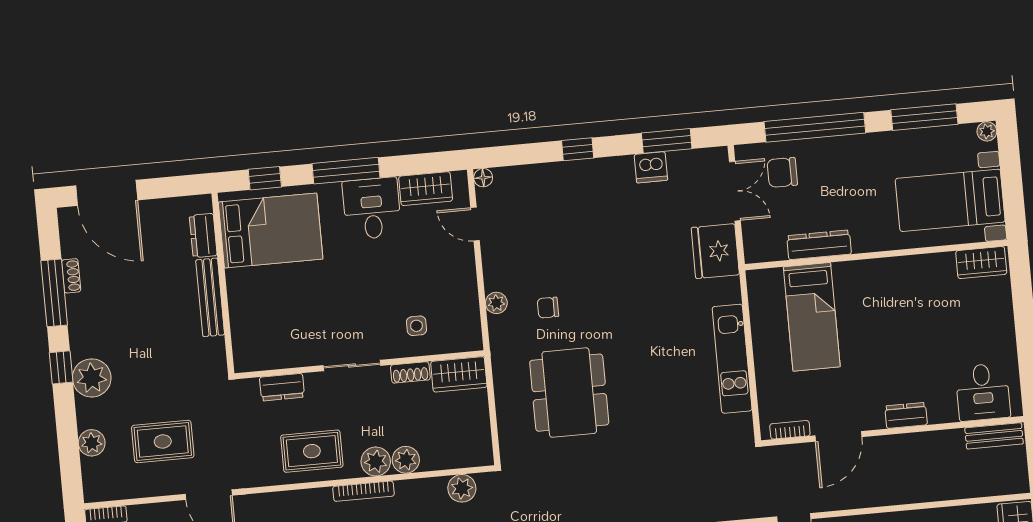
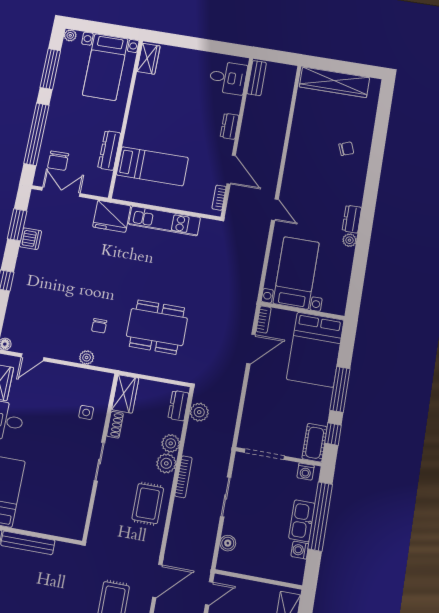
fridge: (715, 251) -> (112, 216), moved
dresser: (282, 387) -> (178, 406), moved, turned 180

